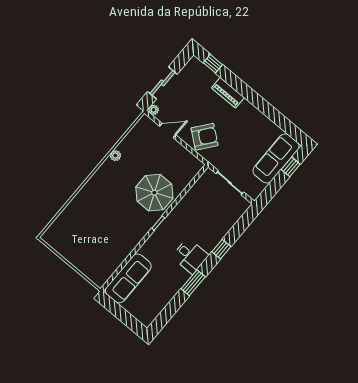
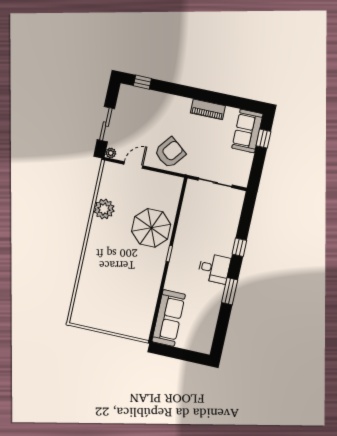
piano: (228, 93) -> (208, 109), moved
plant: (115, 156) -> (104, 209), width x1.87, depth x1.87
sofa: (276, 158) -> (247, 131), width x0.73

